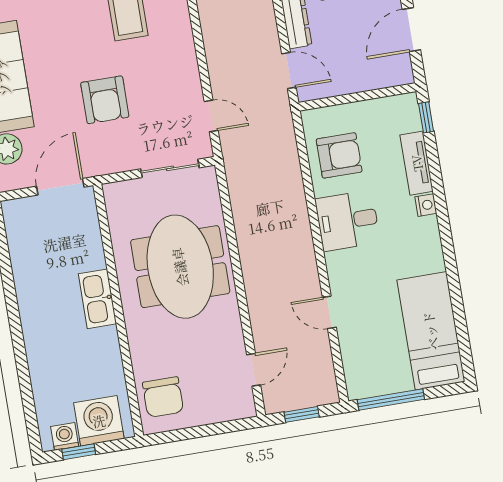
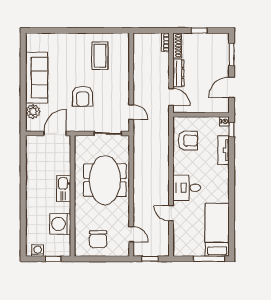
nightstand: (426, 205) -> (225, 121), moved
desk: (347, 221) -> (187, 188), moved
door: (254, 370) -> (131, 234), hinge flipped
chair: (163, 397) -> (98, 239), moved
window: (391, 400) -> (209, 259), moved
washing machine: (99, 421) -> (60, 224), moved, turned -90
window: (79, 452) -> (53, 259), moved

